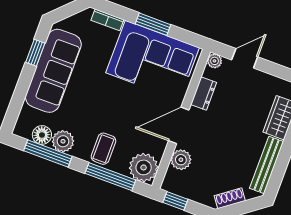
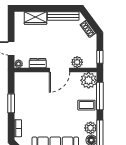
corner sofa: (153, 60) -> (30, 97), removed
door: (179, 125) -> (59, 70), hinge flipped

